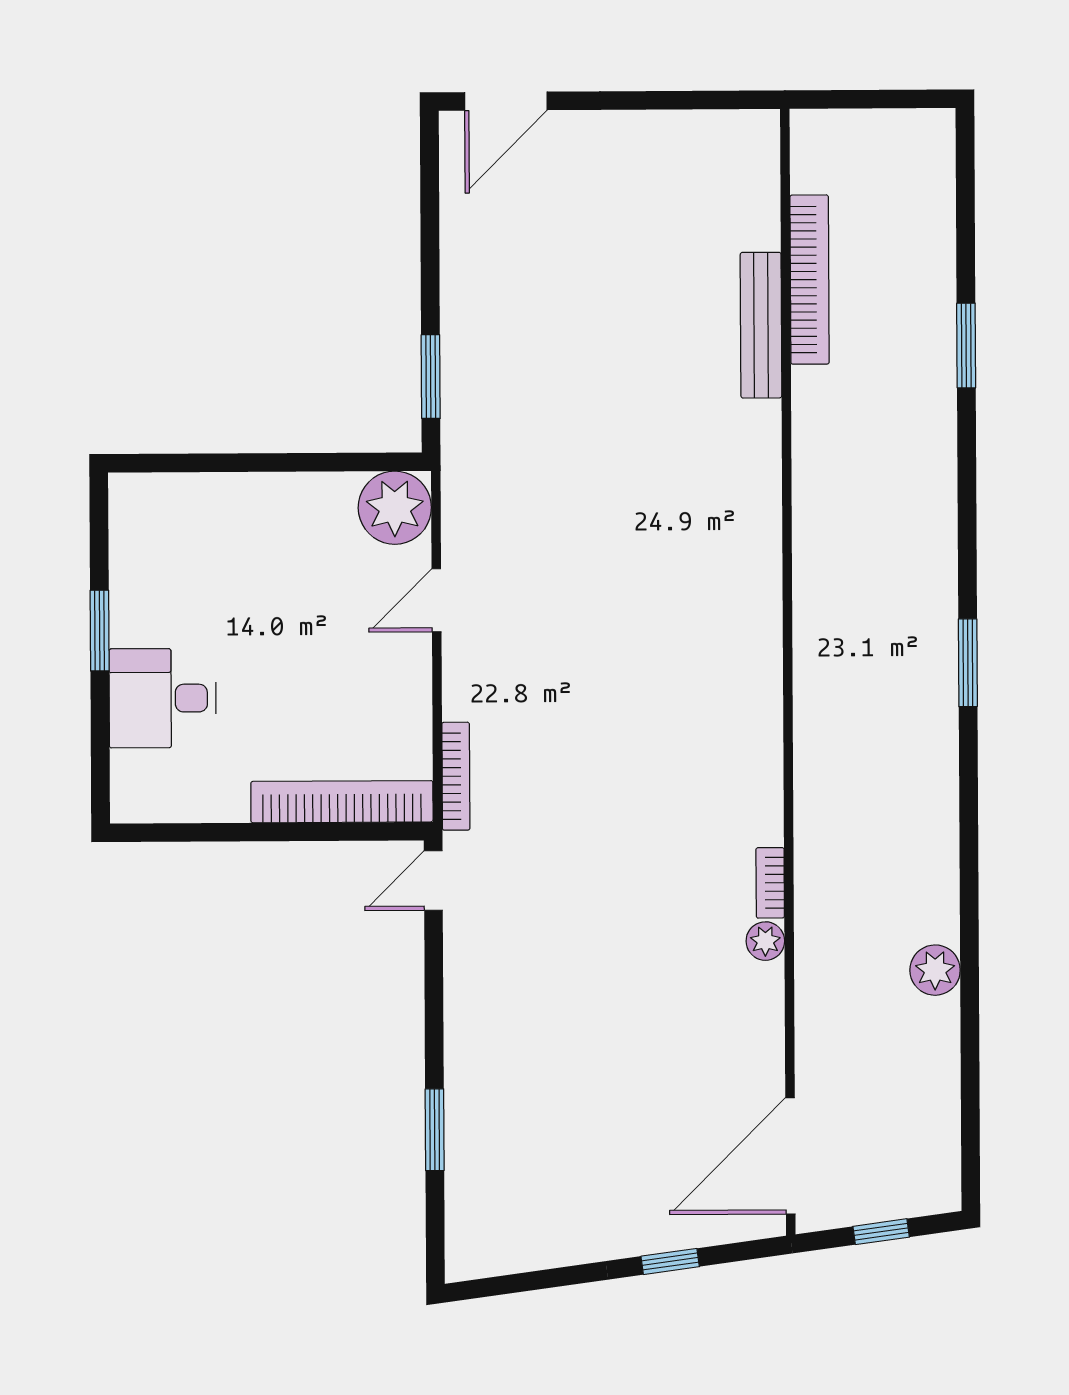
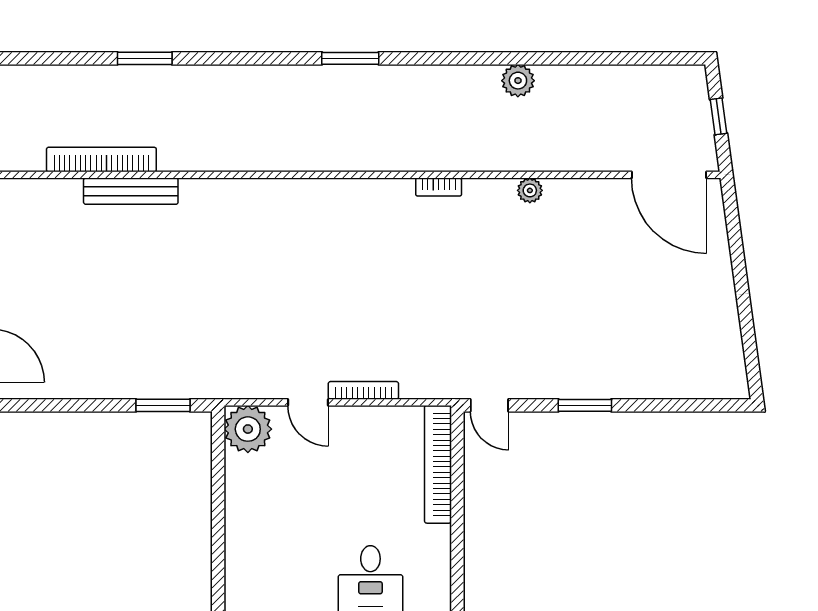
bookcase: (456, 776) -> (363, 390), moved
bookcase: (770, 883) -> (439, 187), moved
plant: (935, 970) -> (518, 81), moved
window: (435, 1130) -> (585, 405), moved
window: (670, 1261) -> (737, 253), removed

